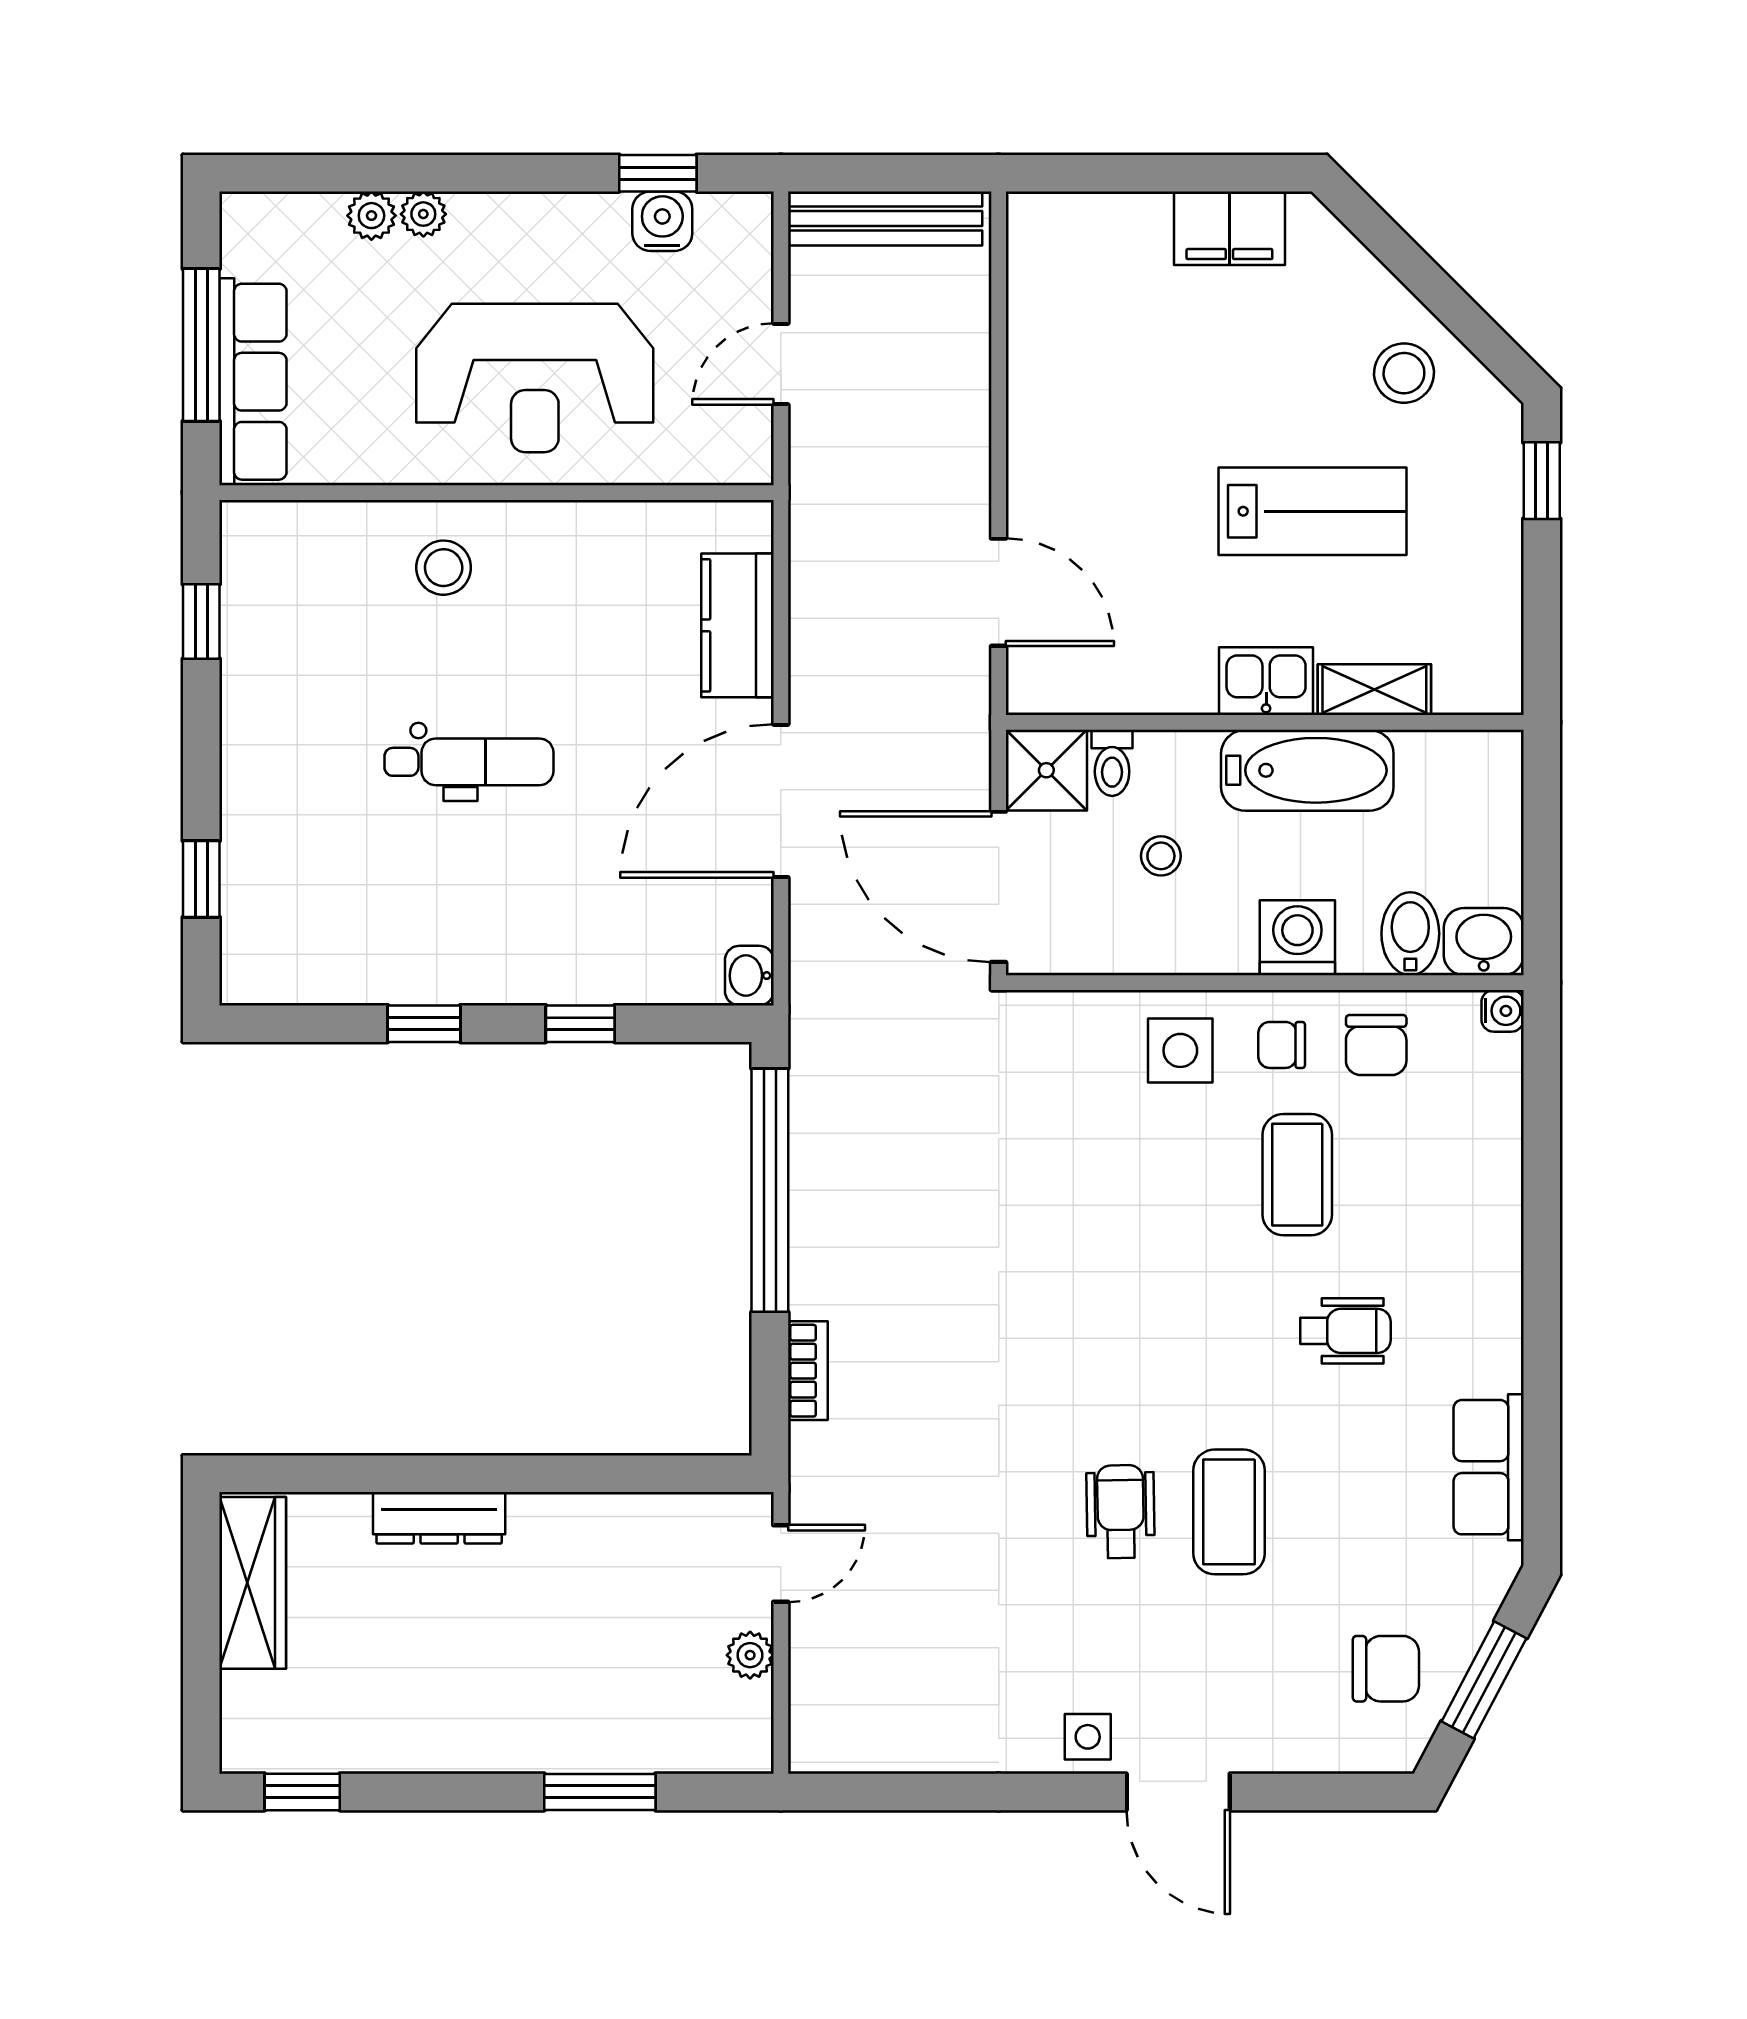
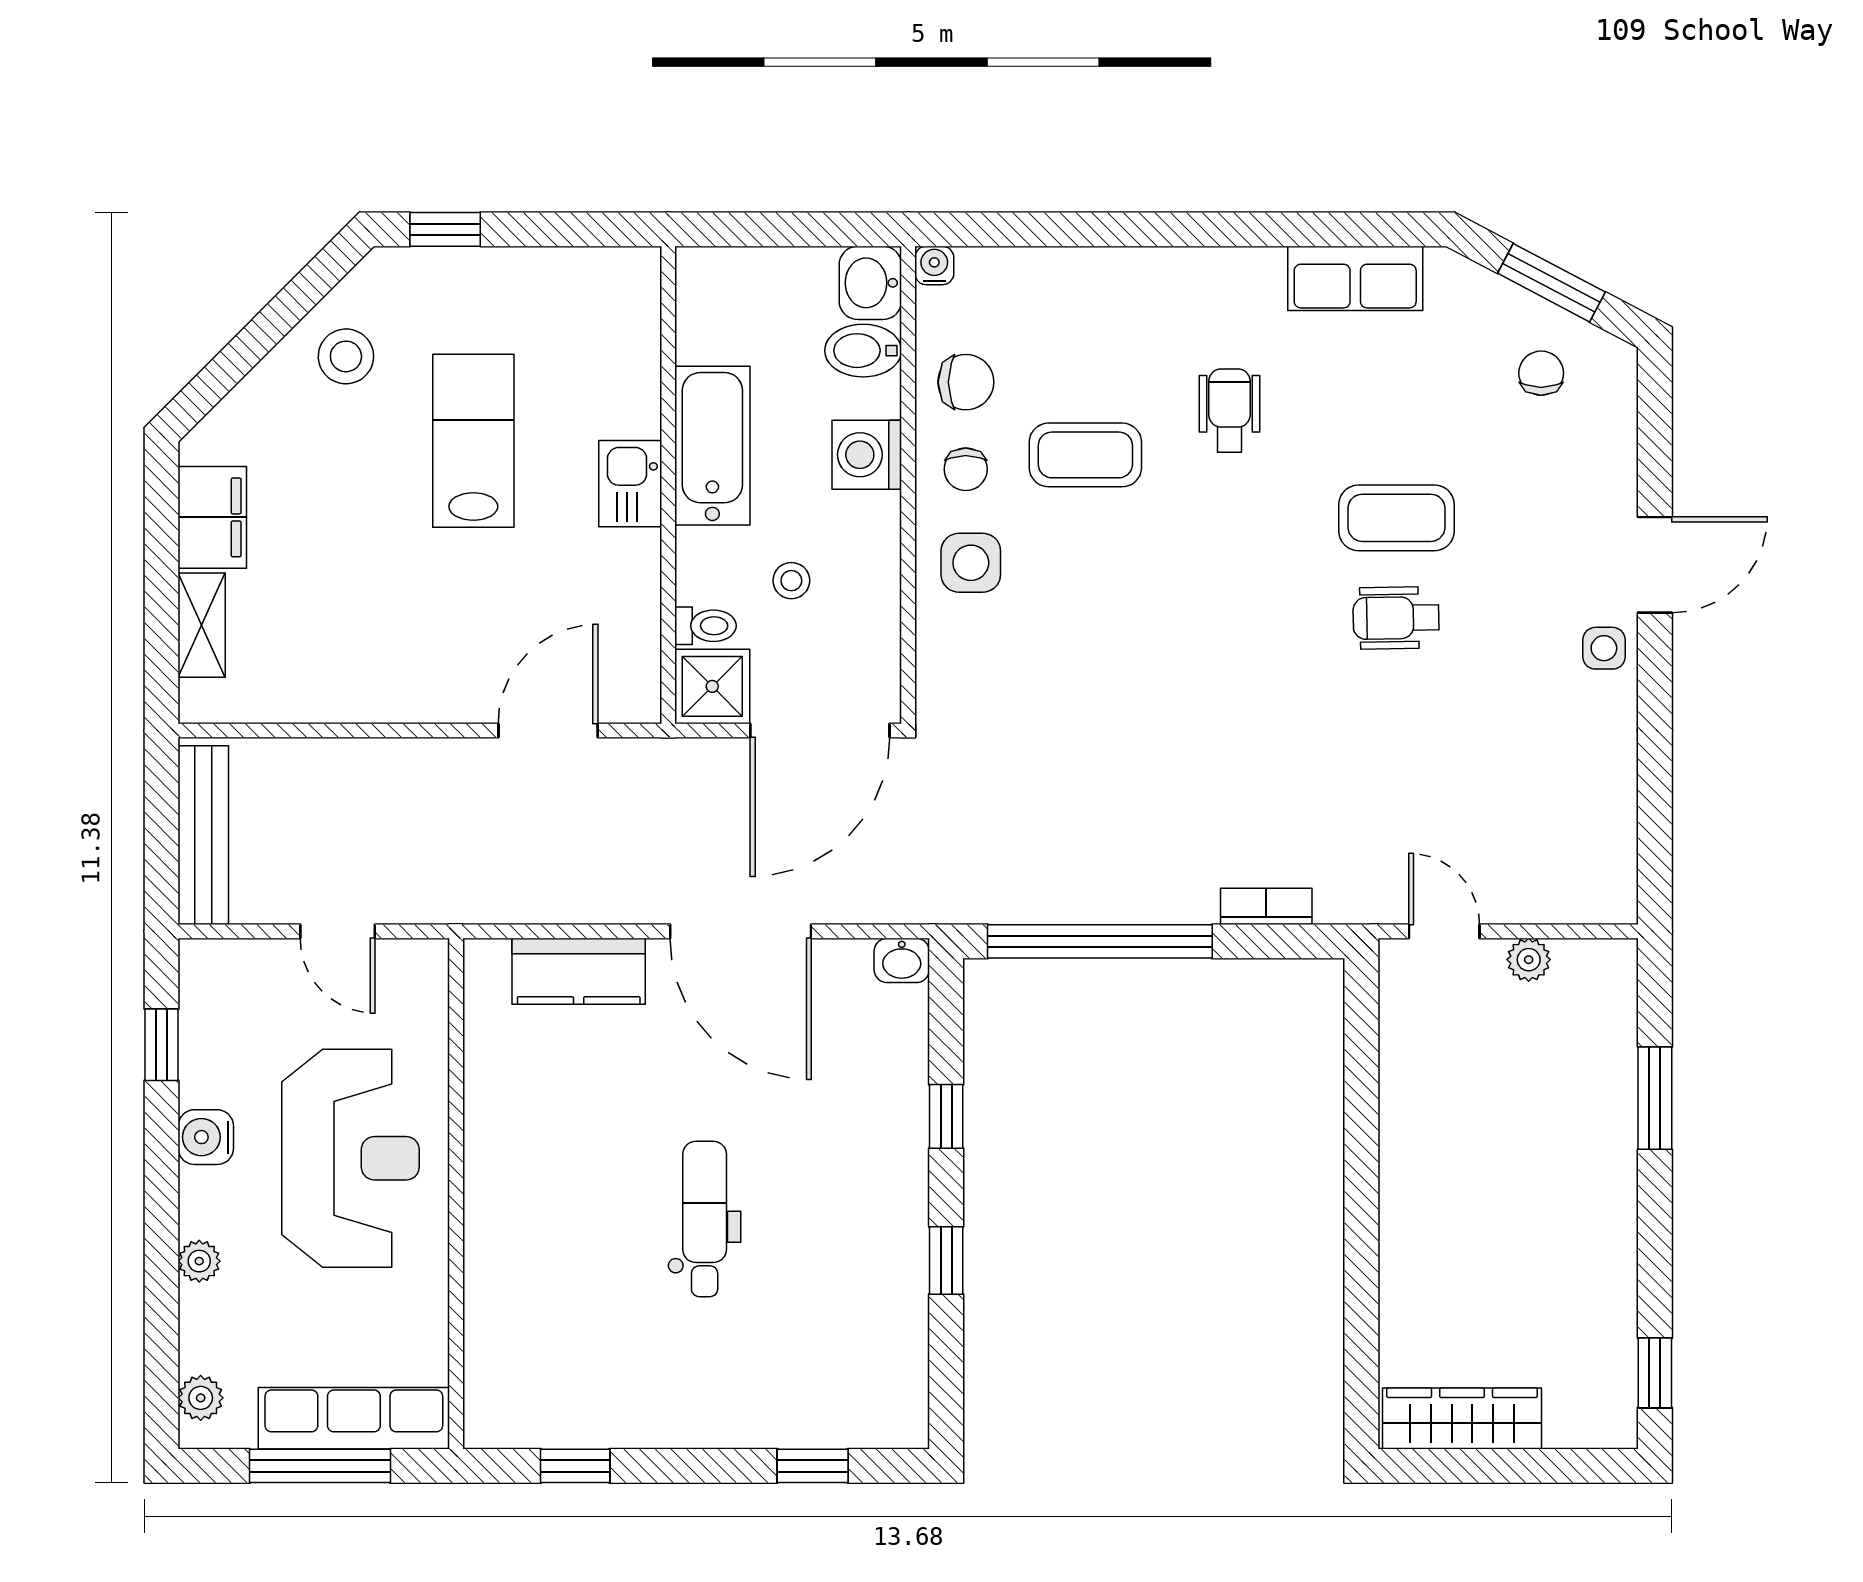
plant: (371, 216) -> (201, 1398), moved
water cooler: (662, 221) -> (206, 1137), moved
stool: (444, 568) -> (525, 1242), removed
shelving: (1374, 690) -> (202, 625), moved
dresser: (439, 1518) -> (1402, 1247), removed
chair: (1386, 1669) -> (1541, 373), width x0.73, depth x0.73

